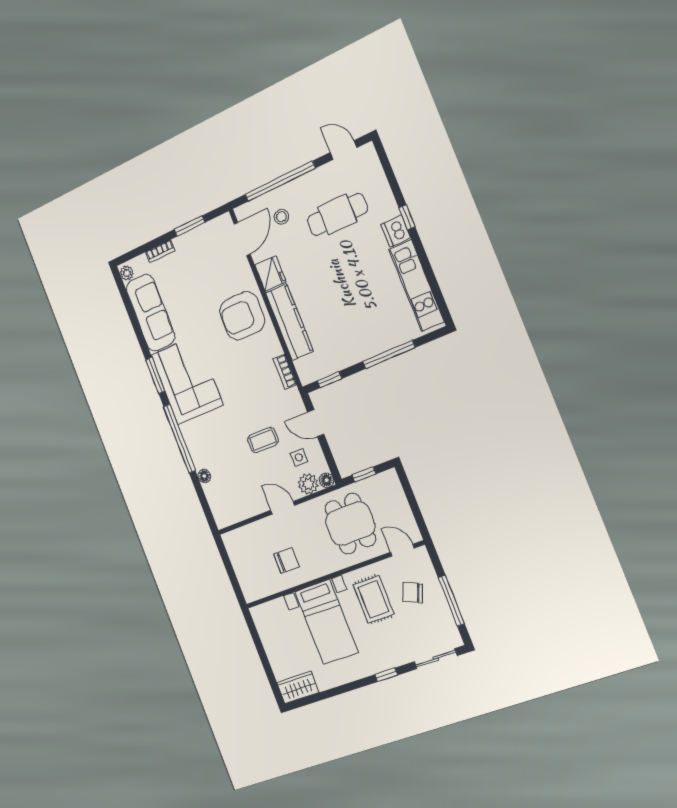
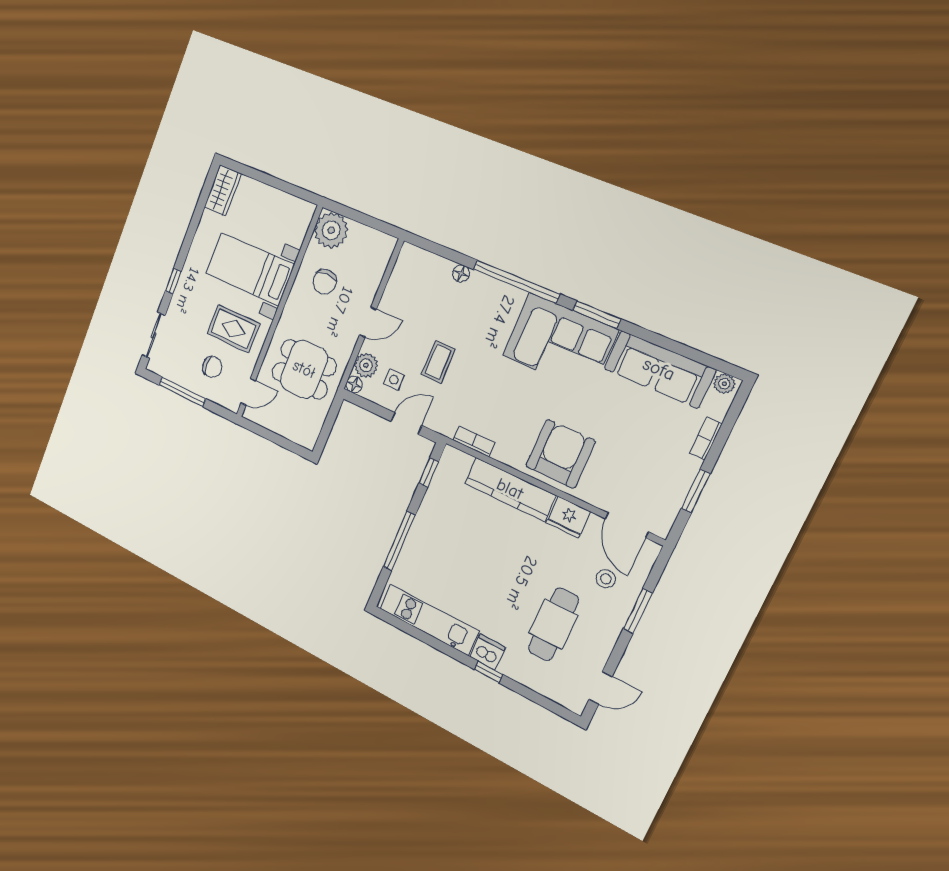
window: (280, 181) -> (638, 611), width x0.47
window: (364, 474) -> (330, 421), removed
plant: (254, 585) -> (331, 230), added
chair: (413, 593) -> (212, 367), turned 67

